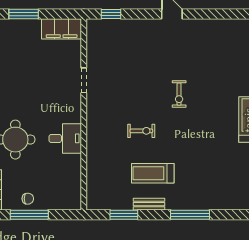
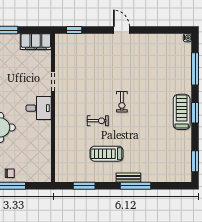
exercise bike: (179, 94) -> (122, 102), moved
desk: (65, 138) -> (39, 108), moved
bench: (149, 204) -> (128, 178), moved

